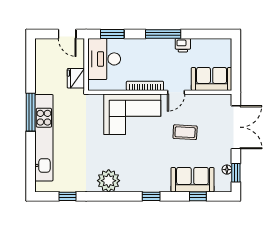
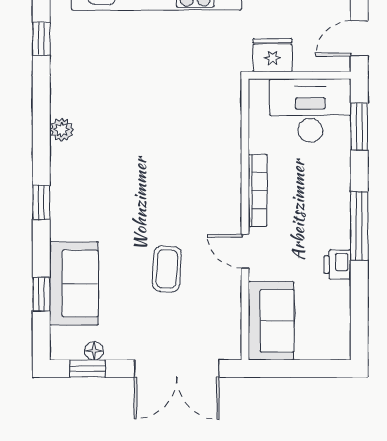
corner sofa: (132, 114) -> (202, 165), removed
plant: (109, 181) -> (62, 130), width x0.53, depth x0.53

